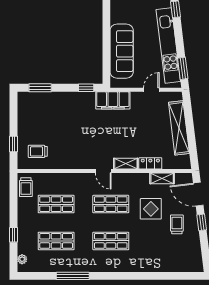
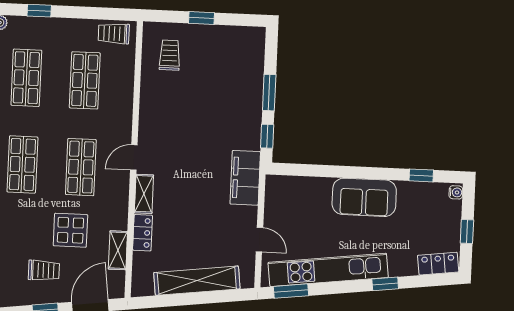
sofa: (122, 51) -> (364, 197), moved, width x0.73
window: (40, 88) -> (269, 93), moved
window: (14, 144) -> (202, 18), moved

